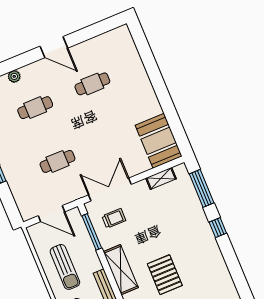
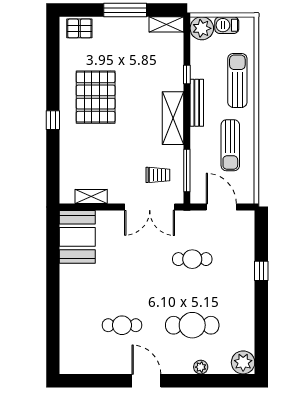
cafe table: (35, 108) -> (192, 325), width x1.37, depth x1.35
window: (202, 188) -> (53, 168), removed
trolley: (114, 218) -> (158, 175), turned 180
sun lounger: (65, 267) -> (230, 145), turned 180
pallet: (165, 275) -> (96, 97), moved, width x1.37, depth x1.41

